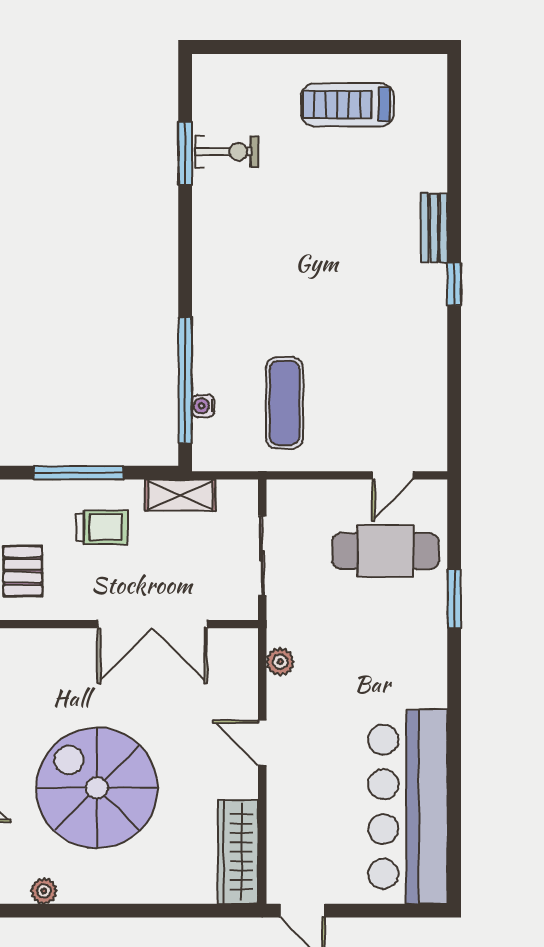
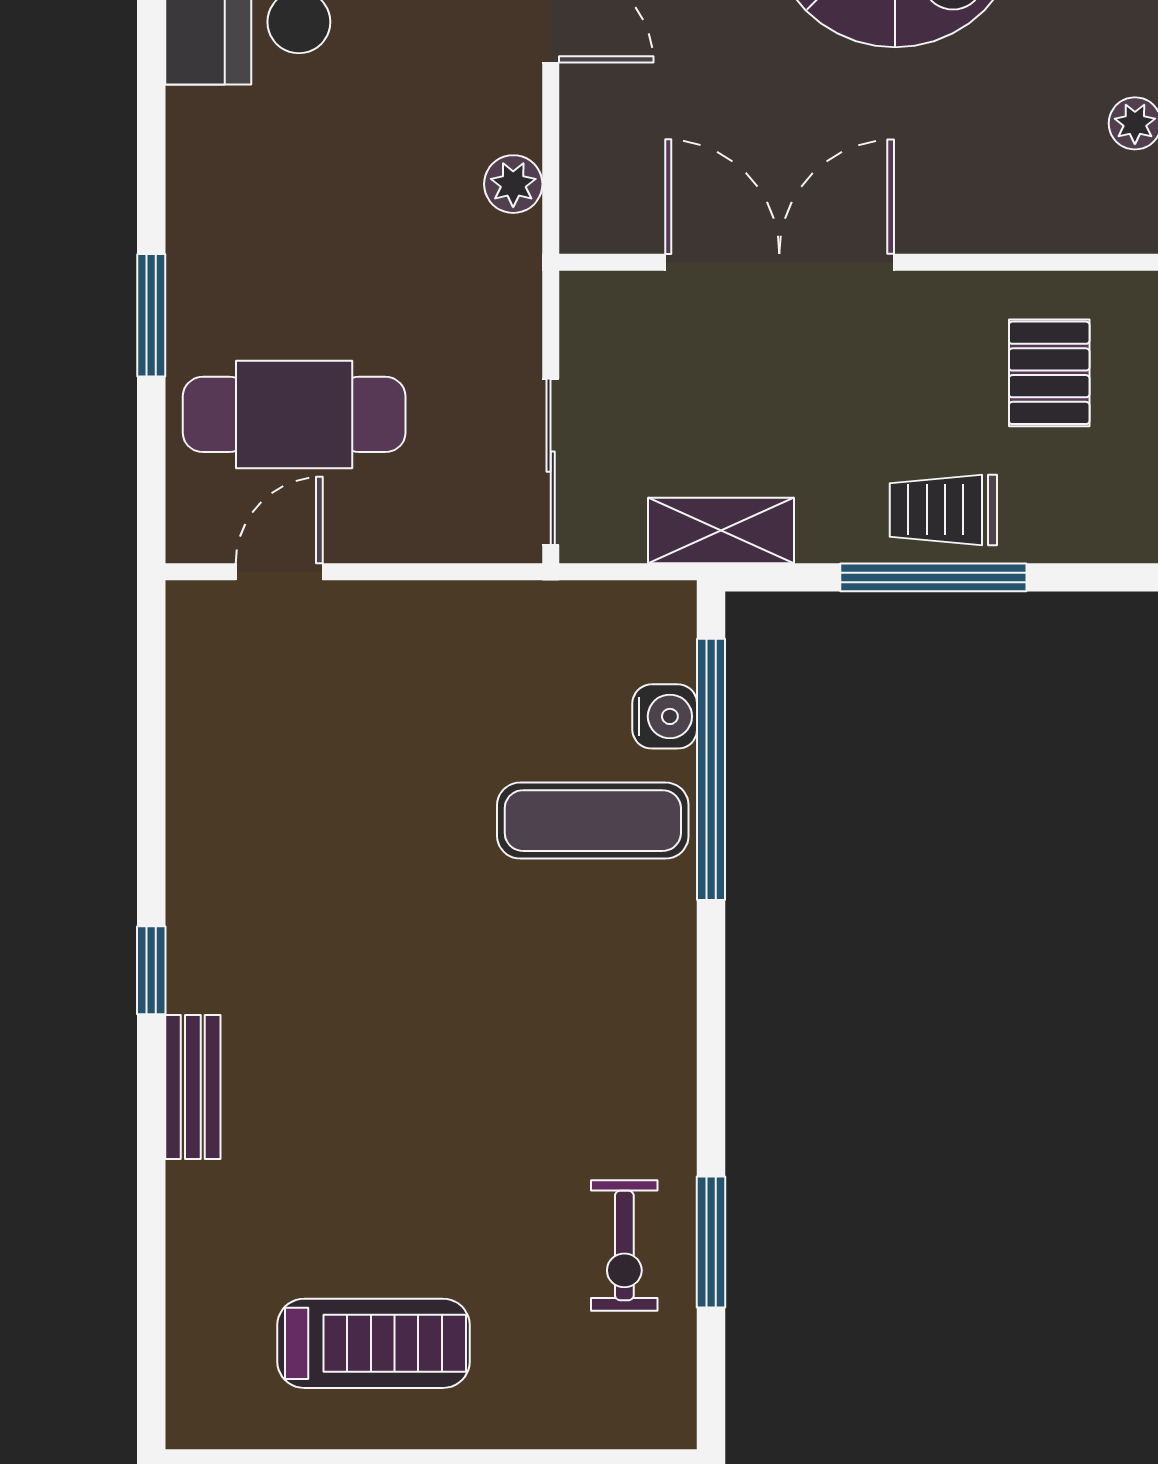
exercise bike: (227, 152) -> (624, 1246), turned -90
exercise mat: (284, 403) -> (593, 821), moved, turned 90
water cooler: (203, 406) -> (665, 716), width x1.38, depth x1.38
trolley: (102, 527) -> (943, 510), moved
sliding door: (262, 556) -> (551, 462), moved

